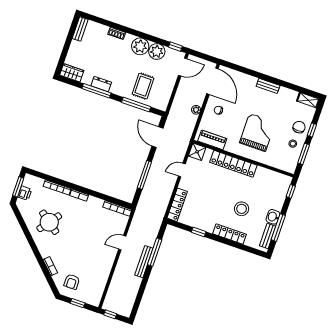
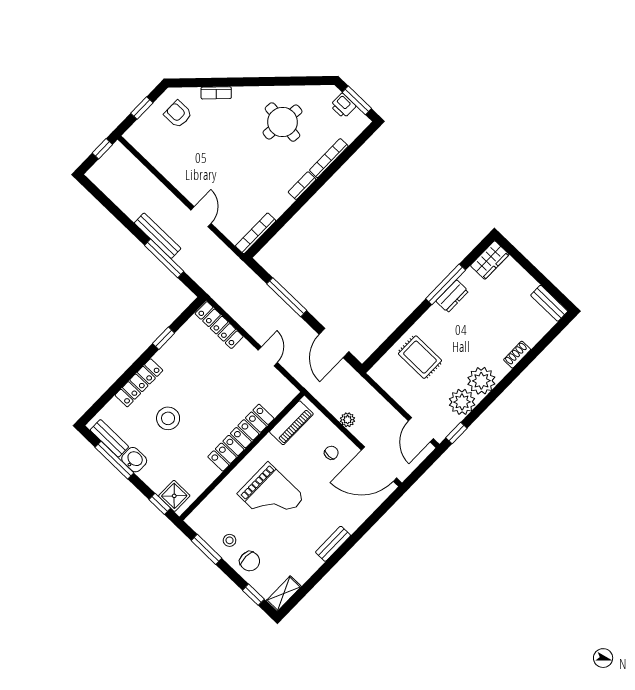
window: (136, 105) -> (397, 334), removed
window: (312, 130) -> (253, 595), moved
door: (157, 137) -> (334, 343), swing flipped
shower: (197, 152) -> (174, 496), moved
round table: (49, 222) -> (282, 122), turned -31

